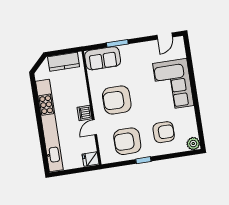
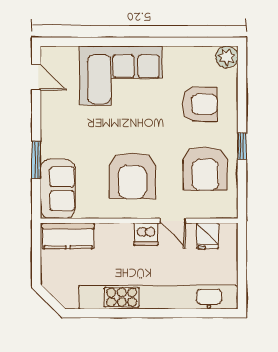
kitchen counter: (64, 62) -> (68, 236), moved, turned 90
armchair: (164, 132) -> (200, 104), turned 90
fridge: (91, 159) -> (208, 236), moved

